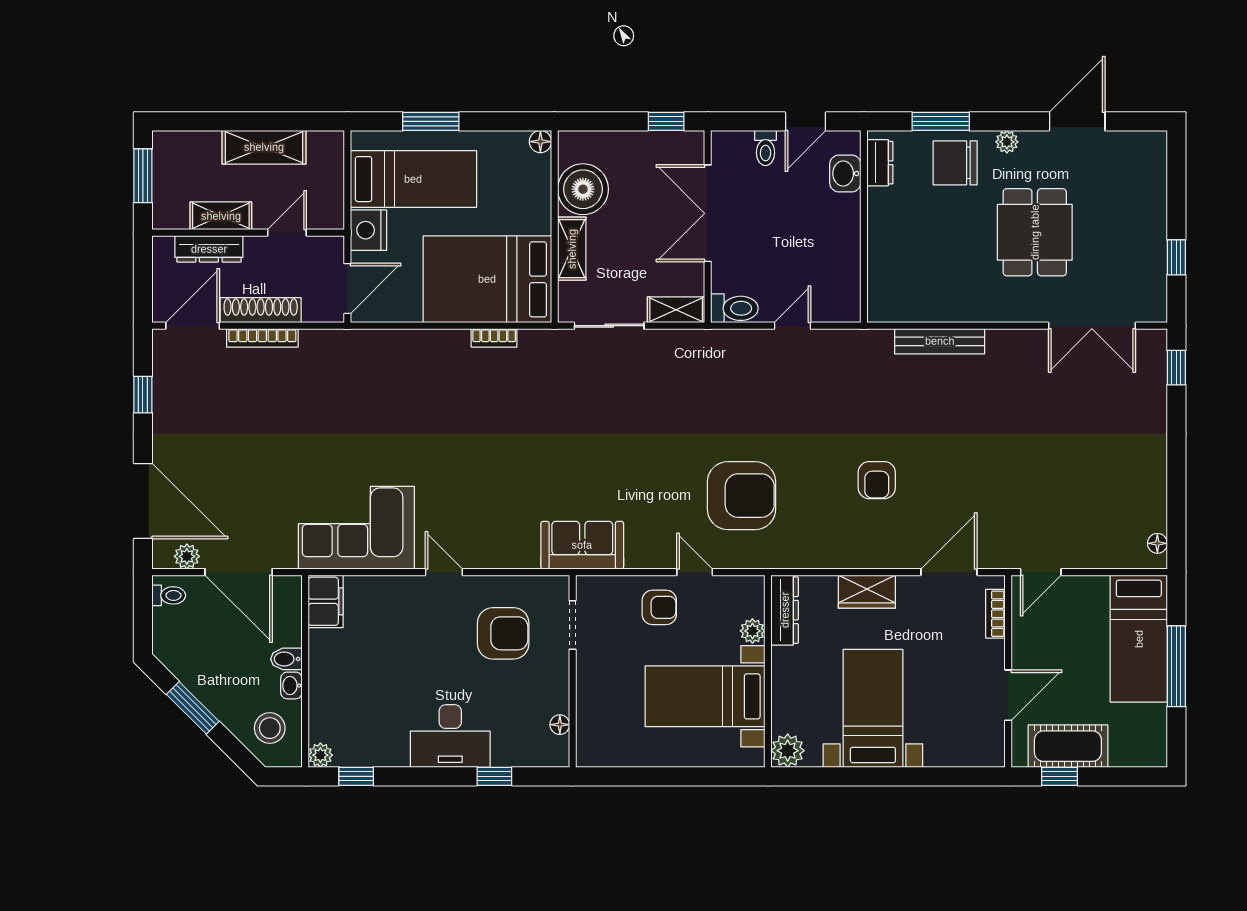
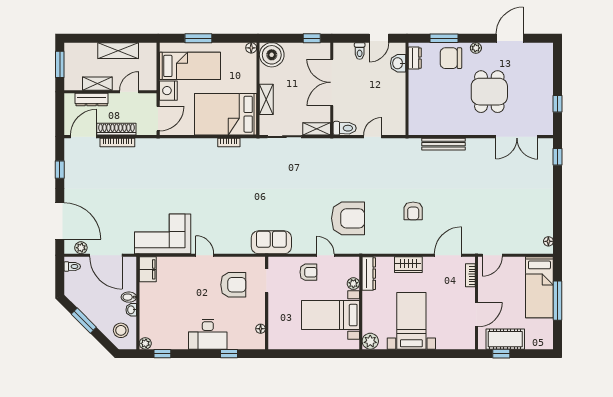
boiler: (583, 189) -> (272, 55), moved

